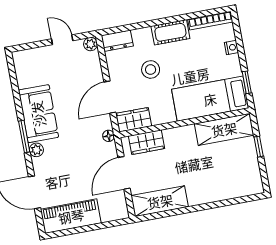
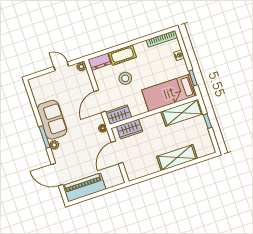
cot: (170, 32) -> (122, 55), moved
shelving: (160, 201) -> (177, 158), moved

